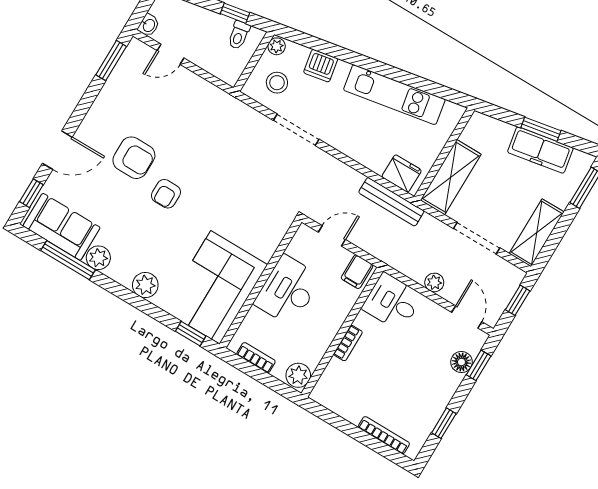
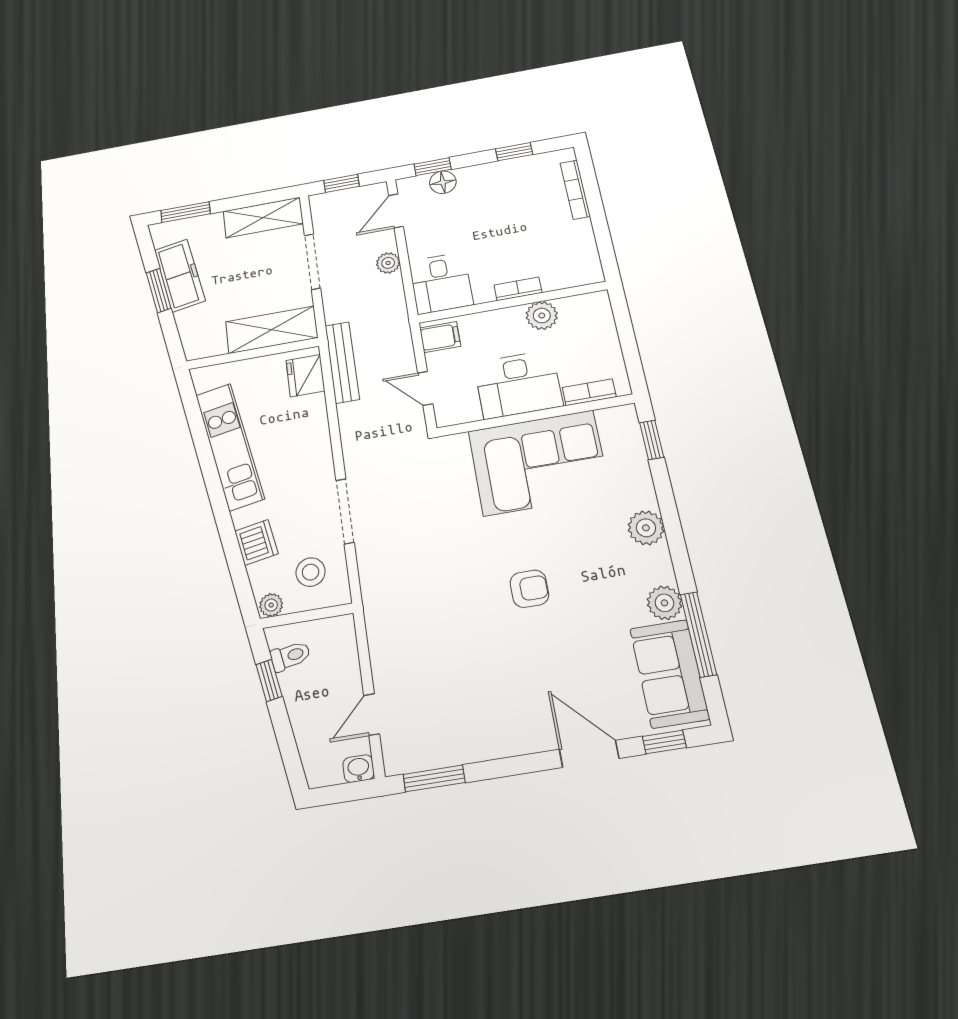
door: (171, 54) -> (372, 715), swing flipped
armchair: (134, 158) -> (521, 658), removed
corner sofa: (215, 287) -> (539, 463), moved
bookcase: (256, 358) -> (589, 392), moved, turned 90
plant: (298, 375) -> (542, 316), moved

